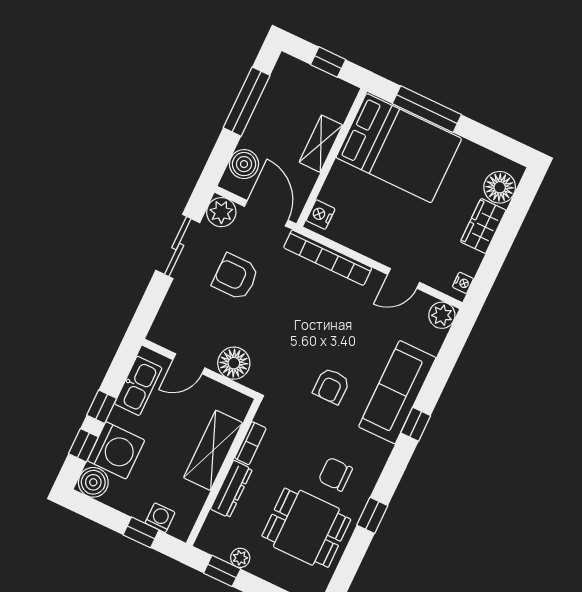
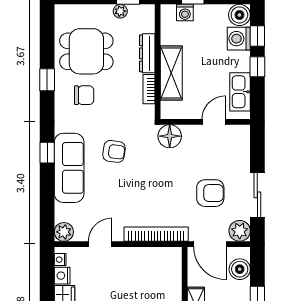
nightstand: (321, 215) -> (62, 276), moved, turned 180
floor lamp: (234, 363) -> (170, 136), moved
armchair: (331, 386) -> (114, 151), turned 98
washing machine: (116, 450) -> (239, 39), width x0.73, depth x0.73

